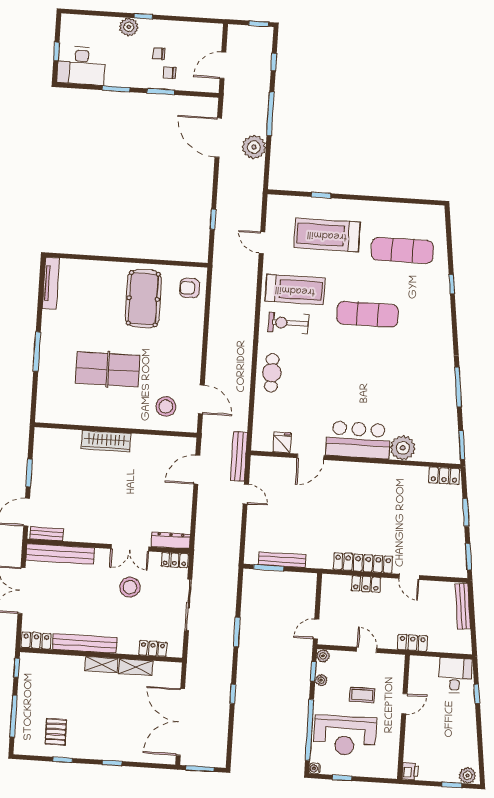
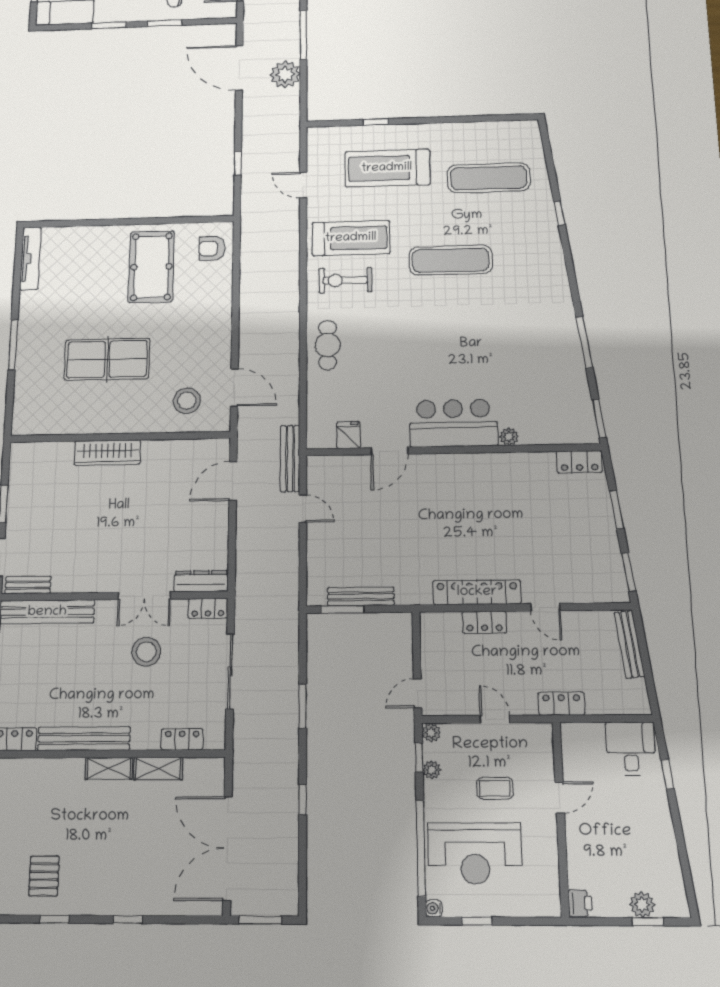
plant: (403, 448) -> (509, 437), width x0.53, depth x0.53
plant: (467, 775) -> (642, 905), moved

